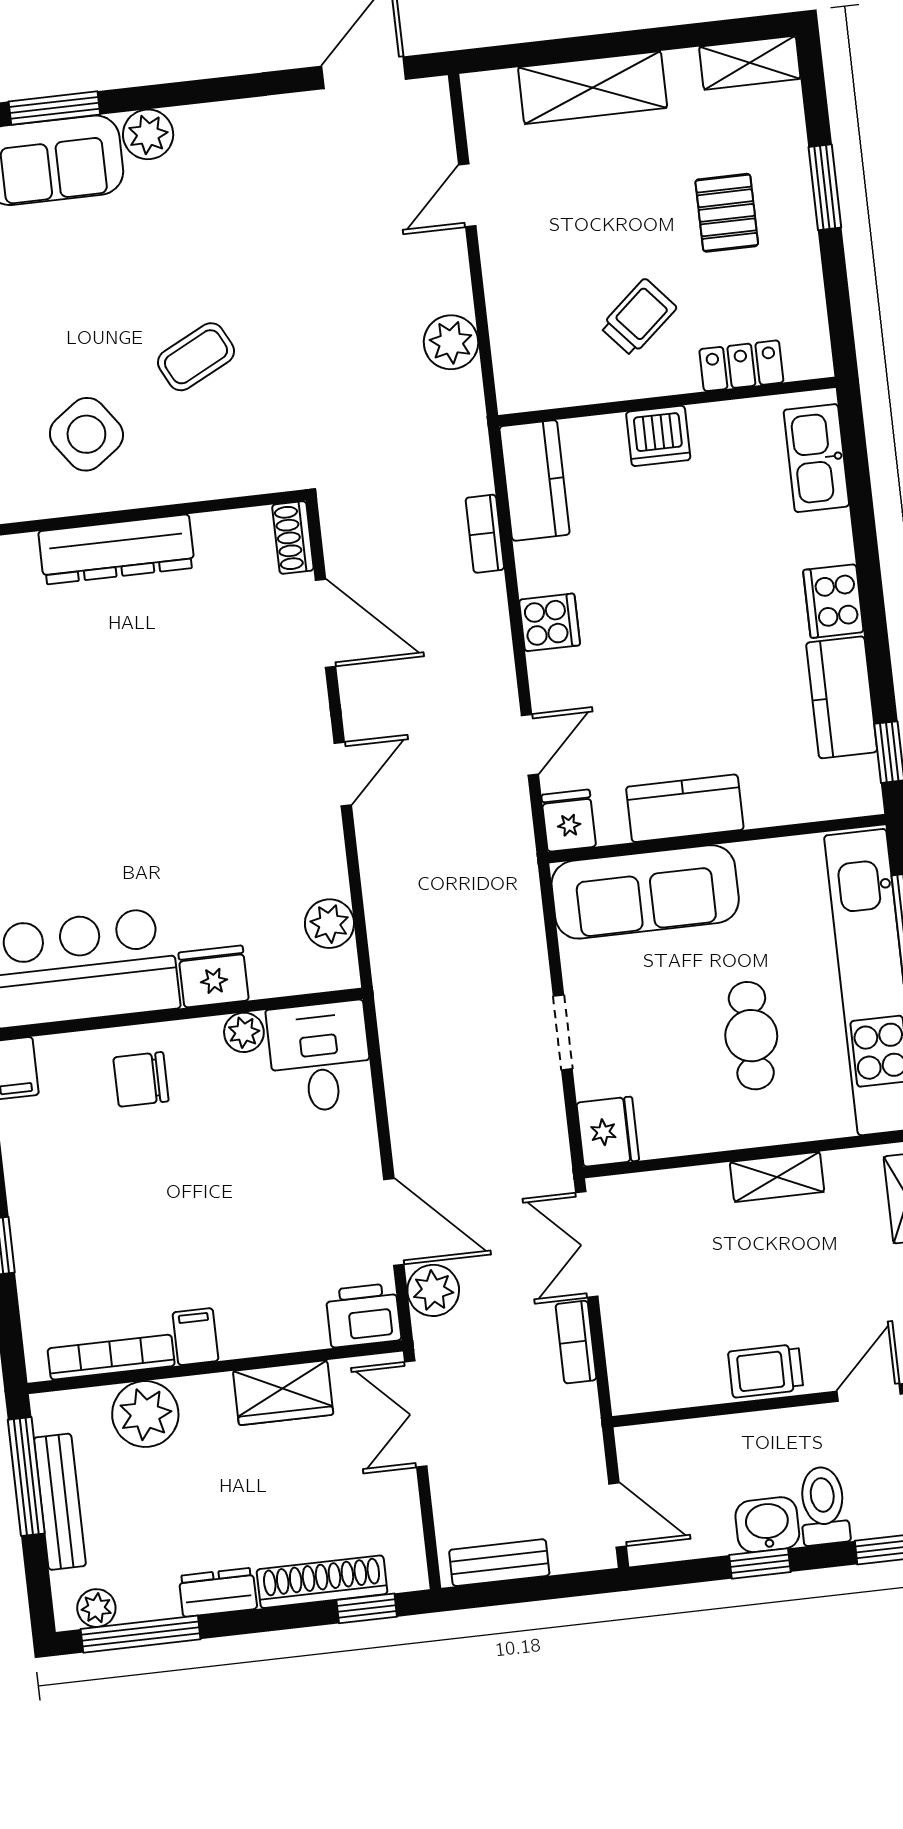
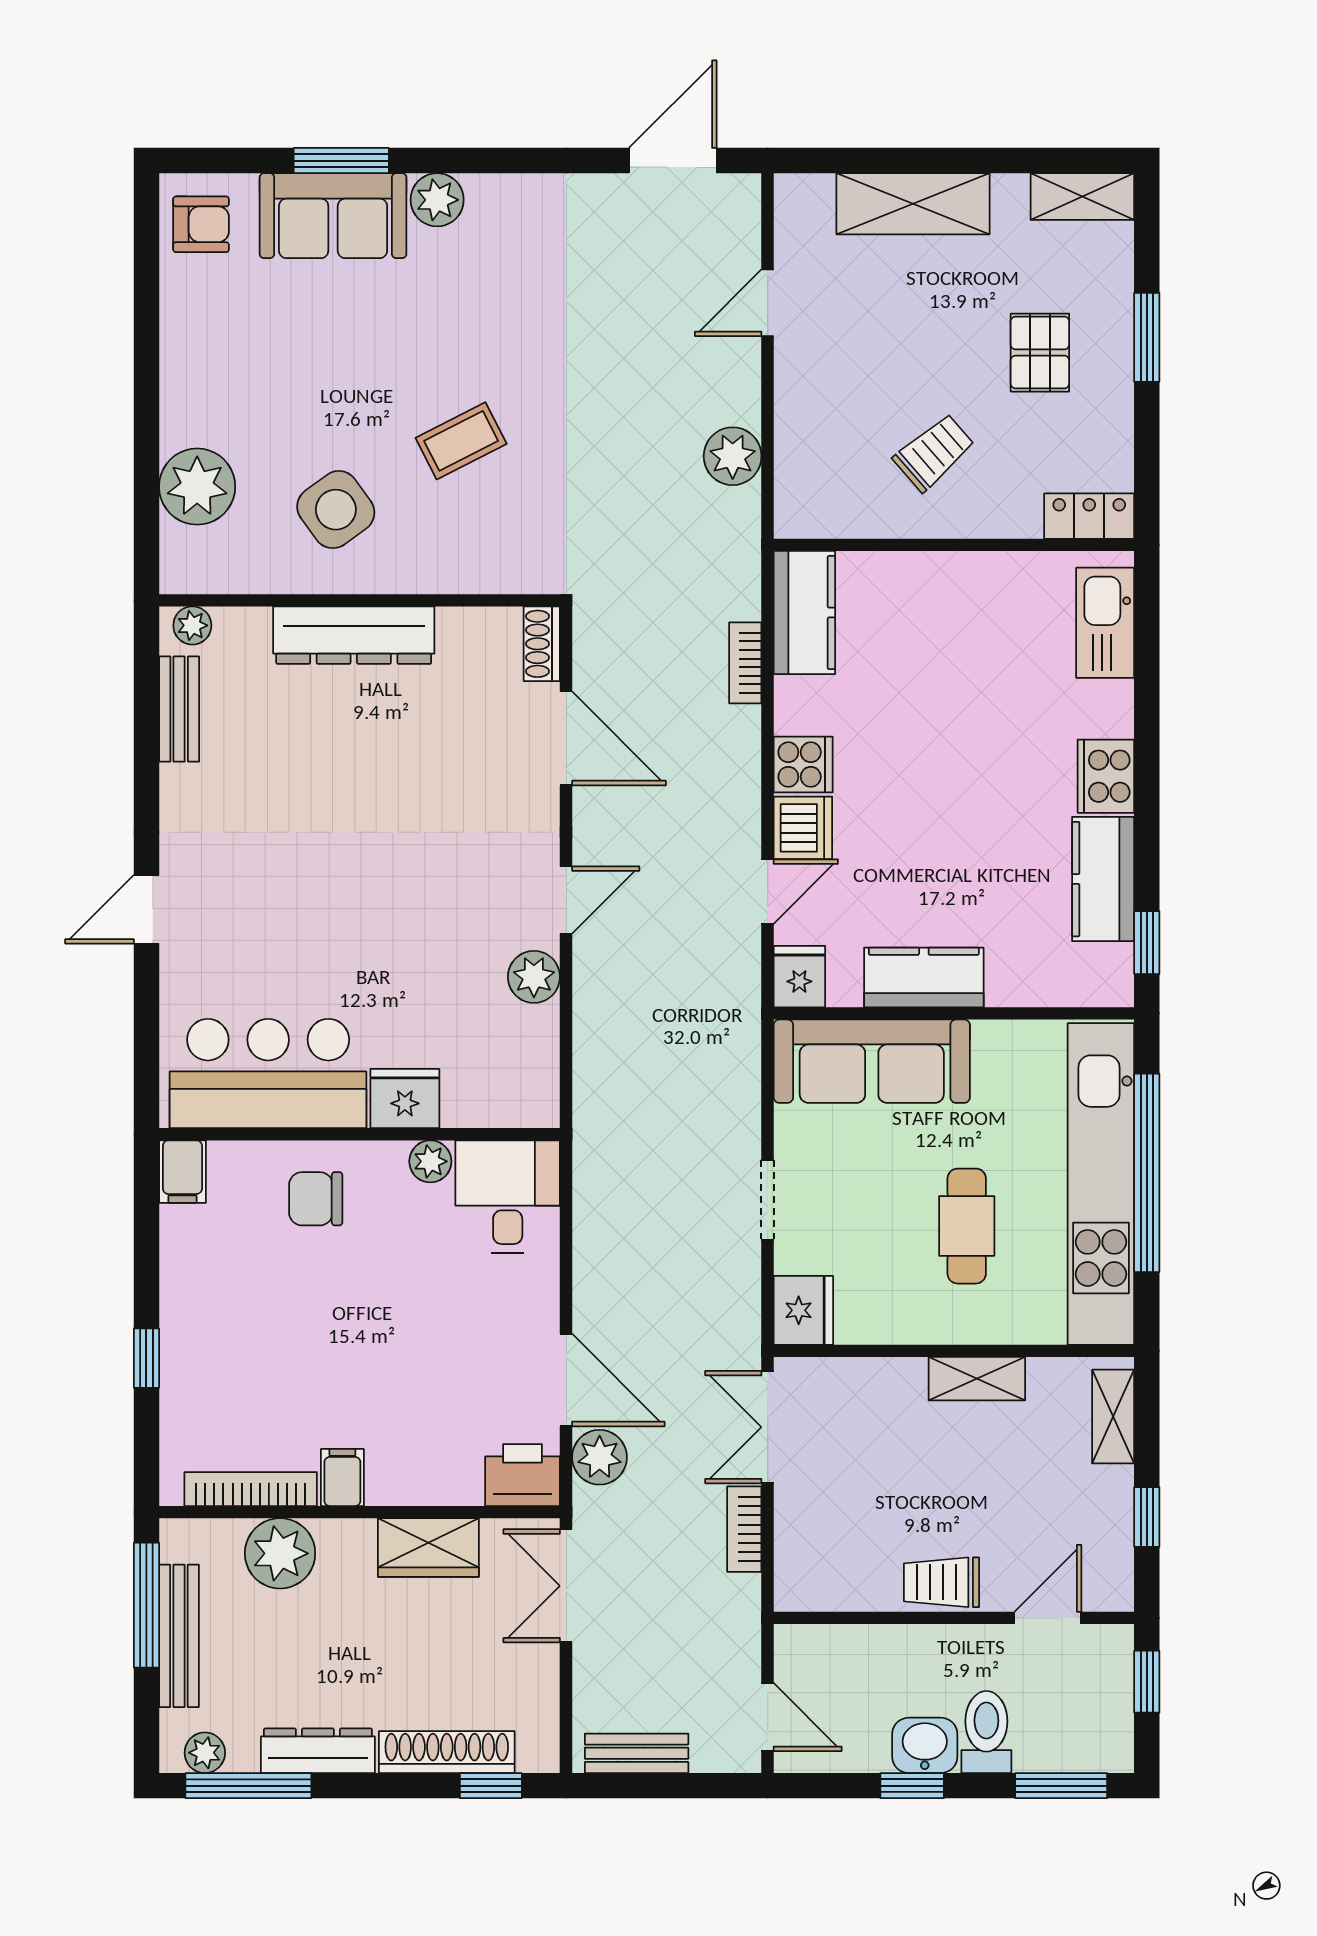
locker: (741, 366) -> (1089, 516), moved
dishwasher: (658, 436) -> (803, 828), moved, turned -90
plant: (329, 924) -> (534, 977), moved
dresser: (218, 1592) -> (318, 1751), width x1.44

